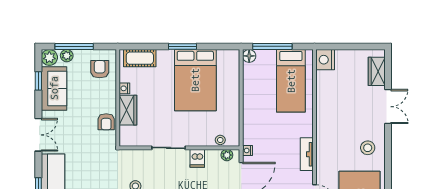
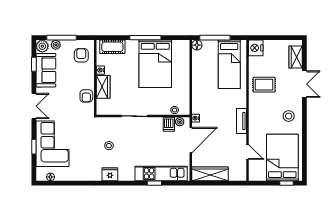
window: (182, 46) -> (145, 38), width x1.44
rug: (336, 107) -> (264, 85), added
dishwasher: (197, 158) -> (169, 124), moved

